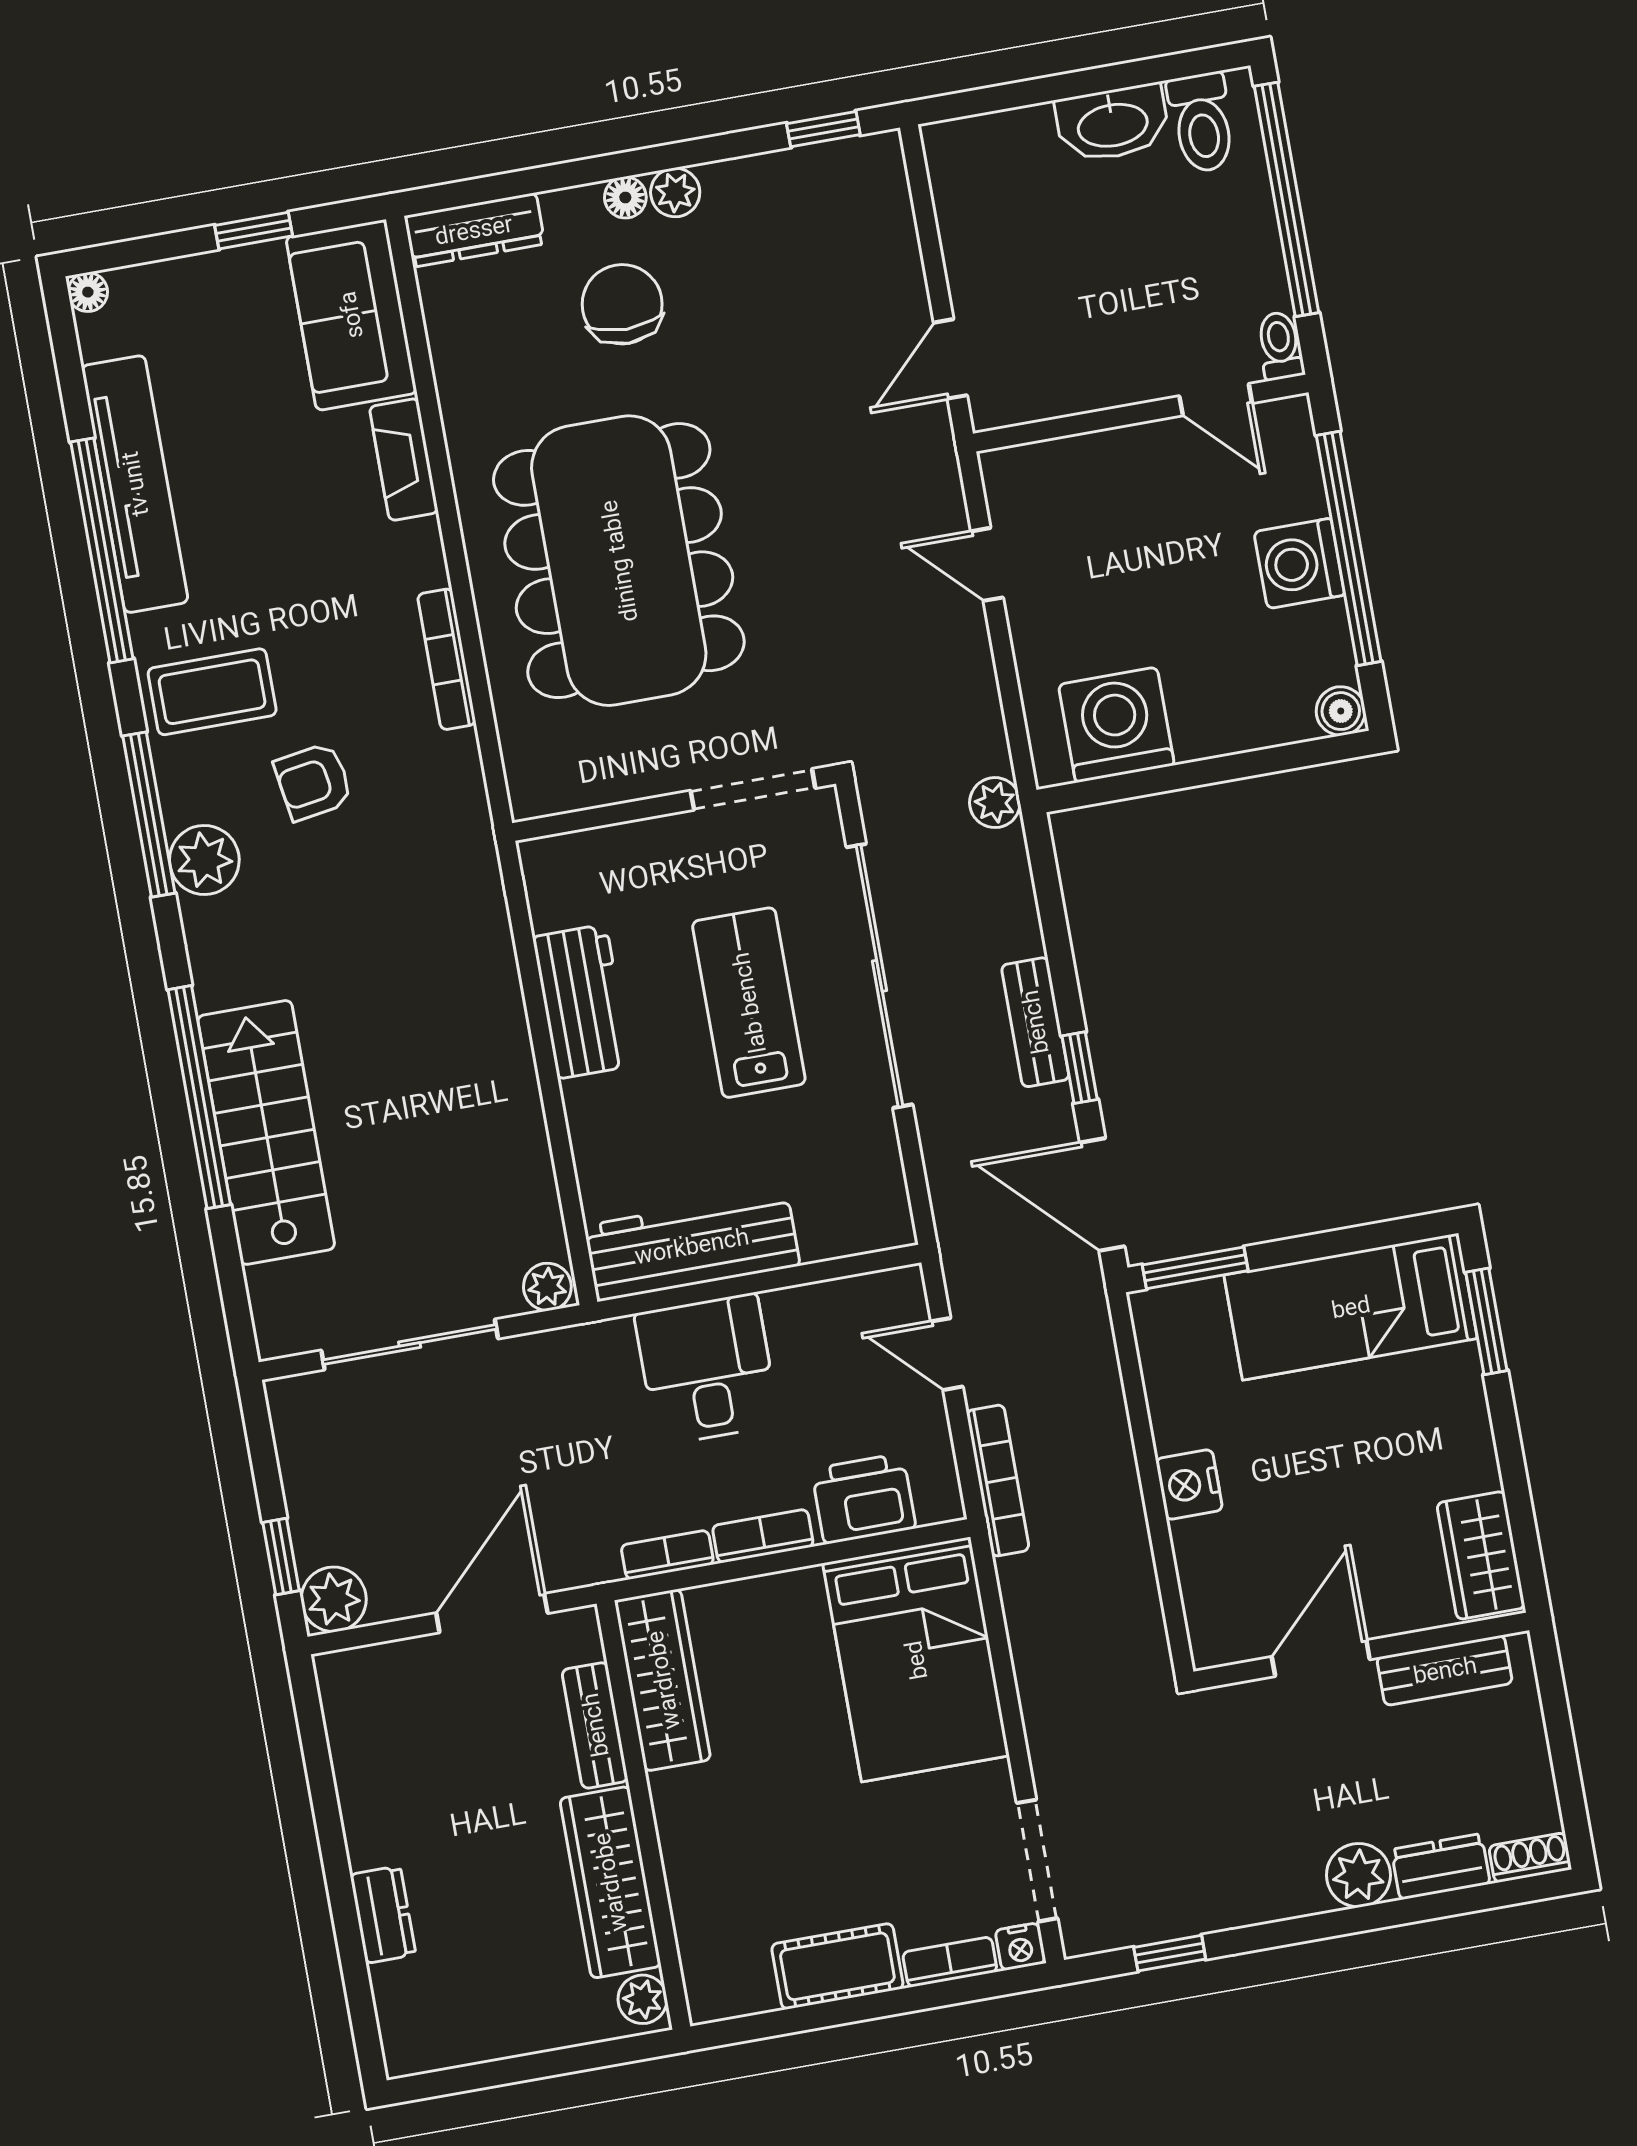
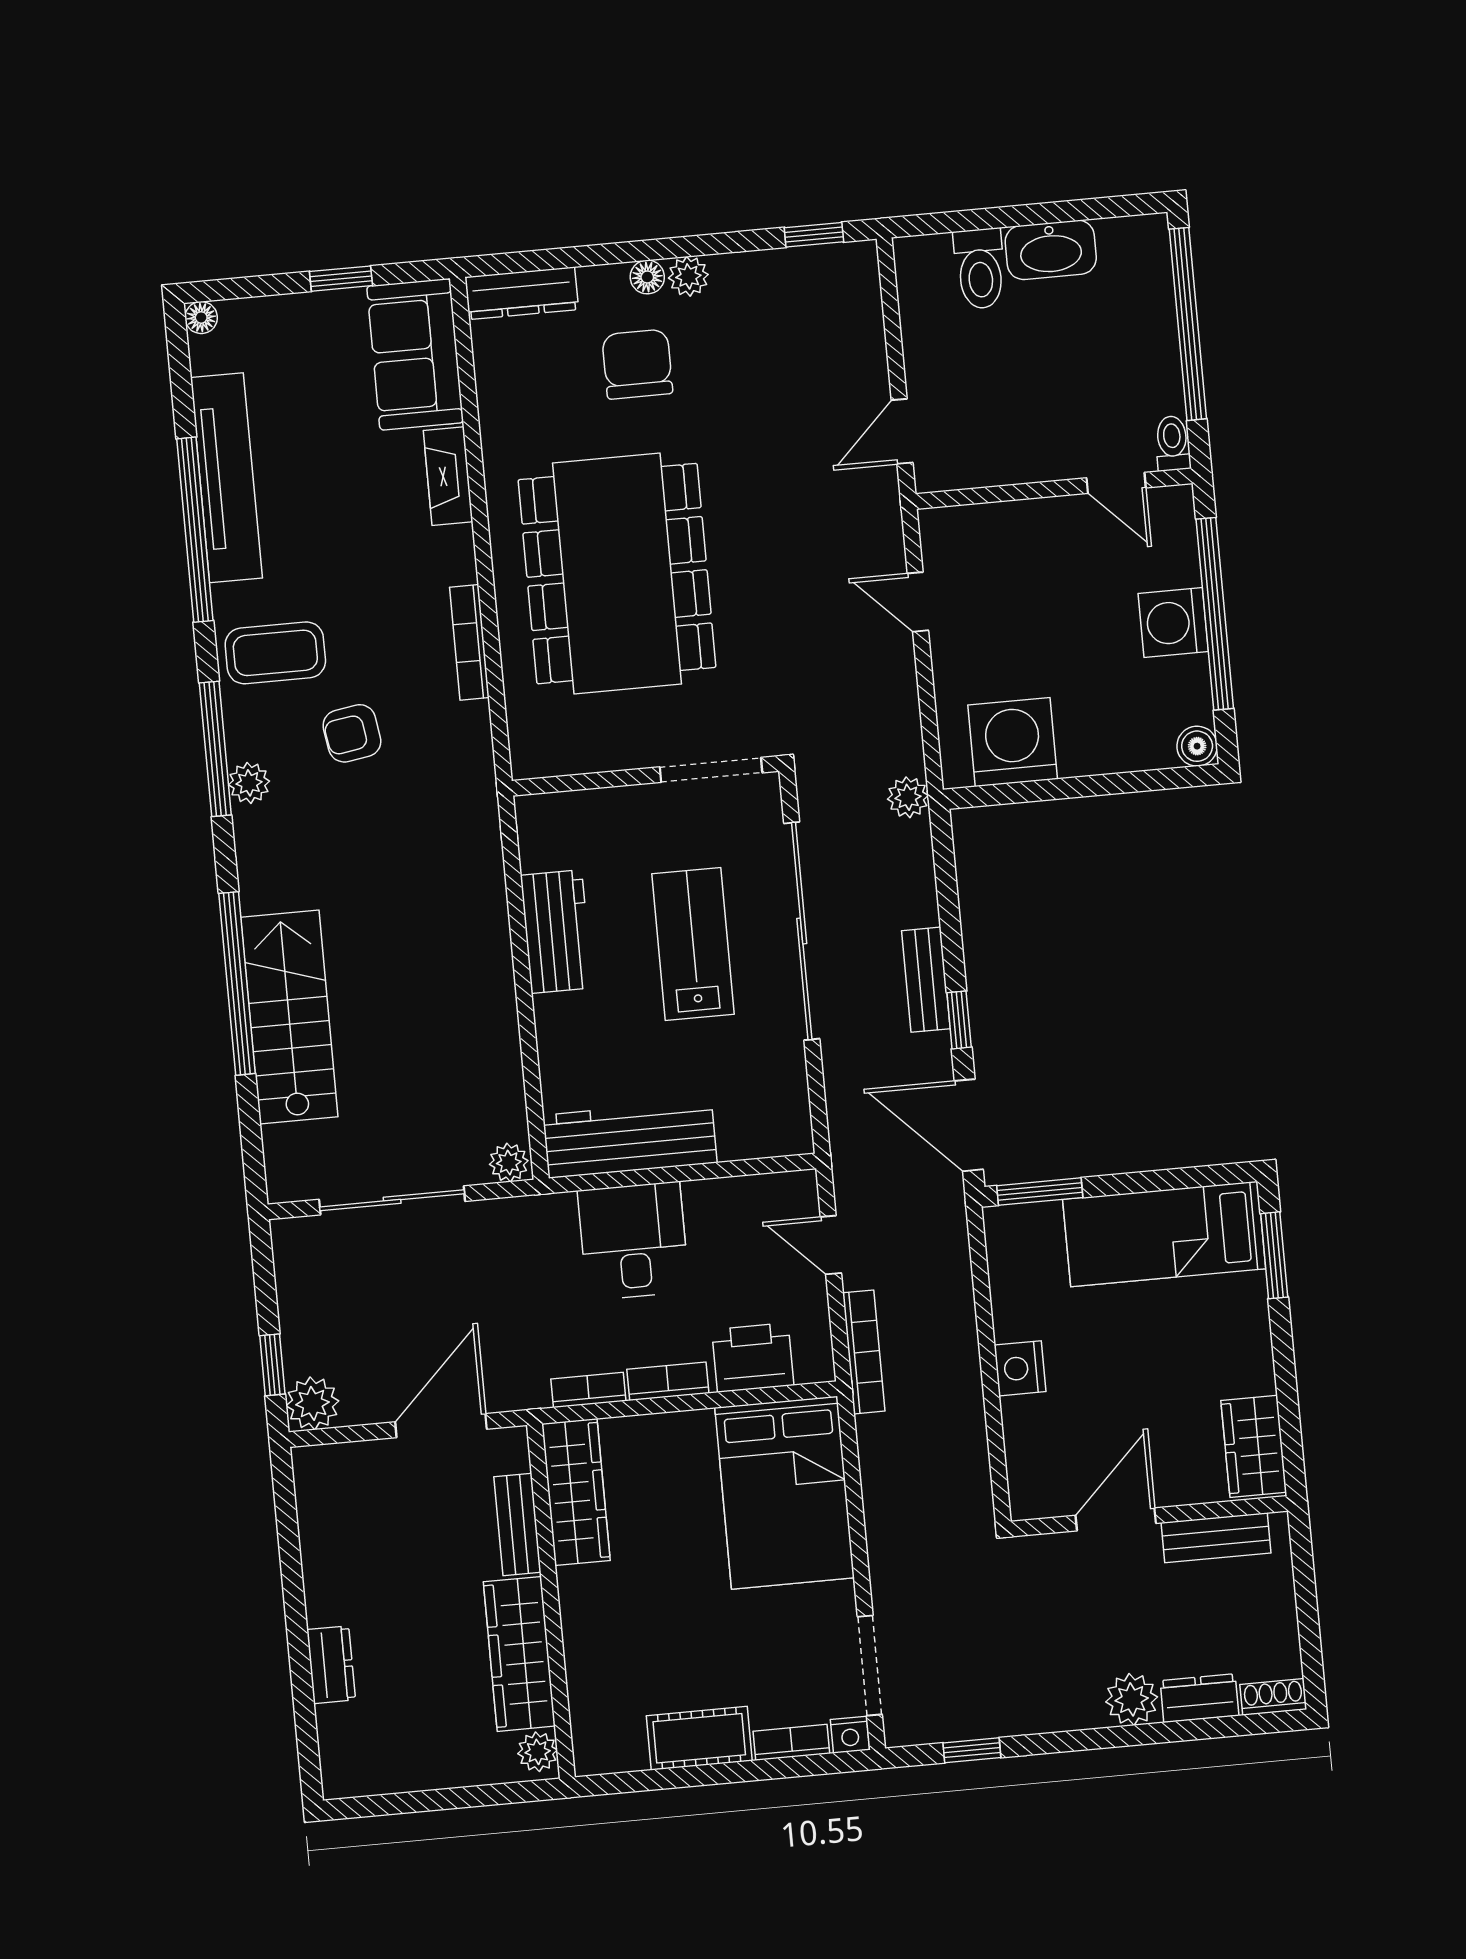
toilet: (1202, 123) -> (980, 269), moved
plant: (204, 860) -> (249, 783), width x0.73, depth x0.73

